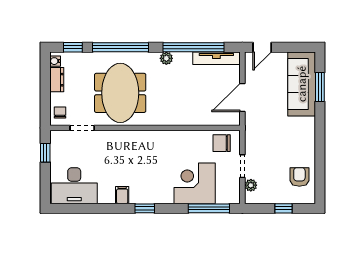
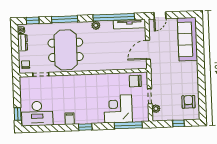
window: (120, 47) -> (65, 19), width x0.68
window: (320, 87) -> (200, 41), removed
window: (45, 153) -> (18, 114), moved

